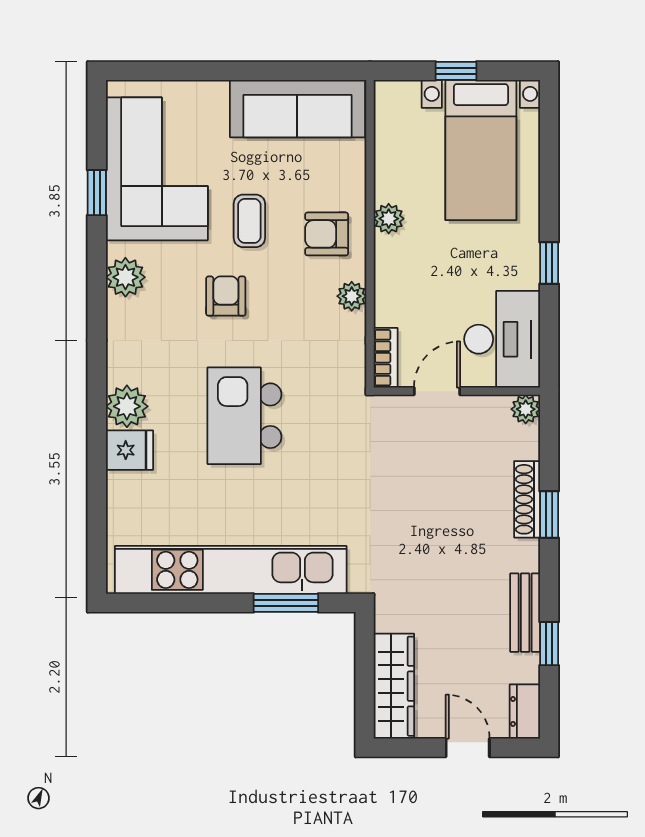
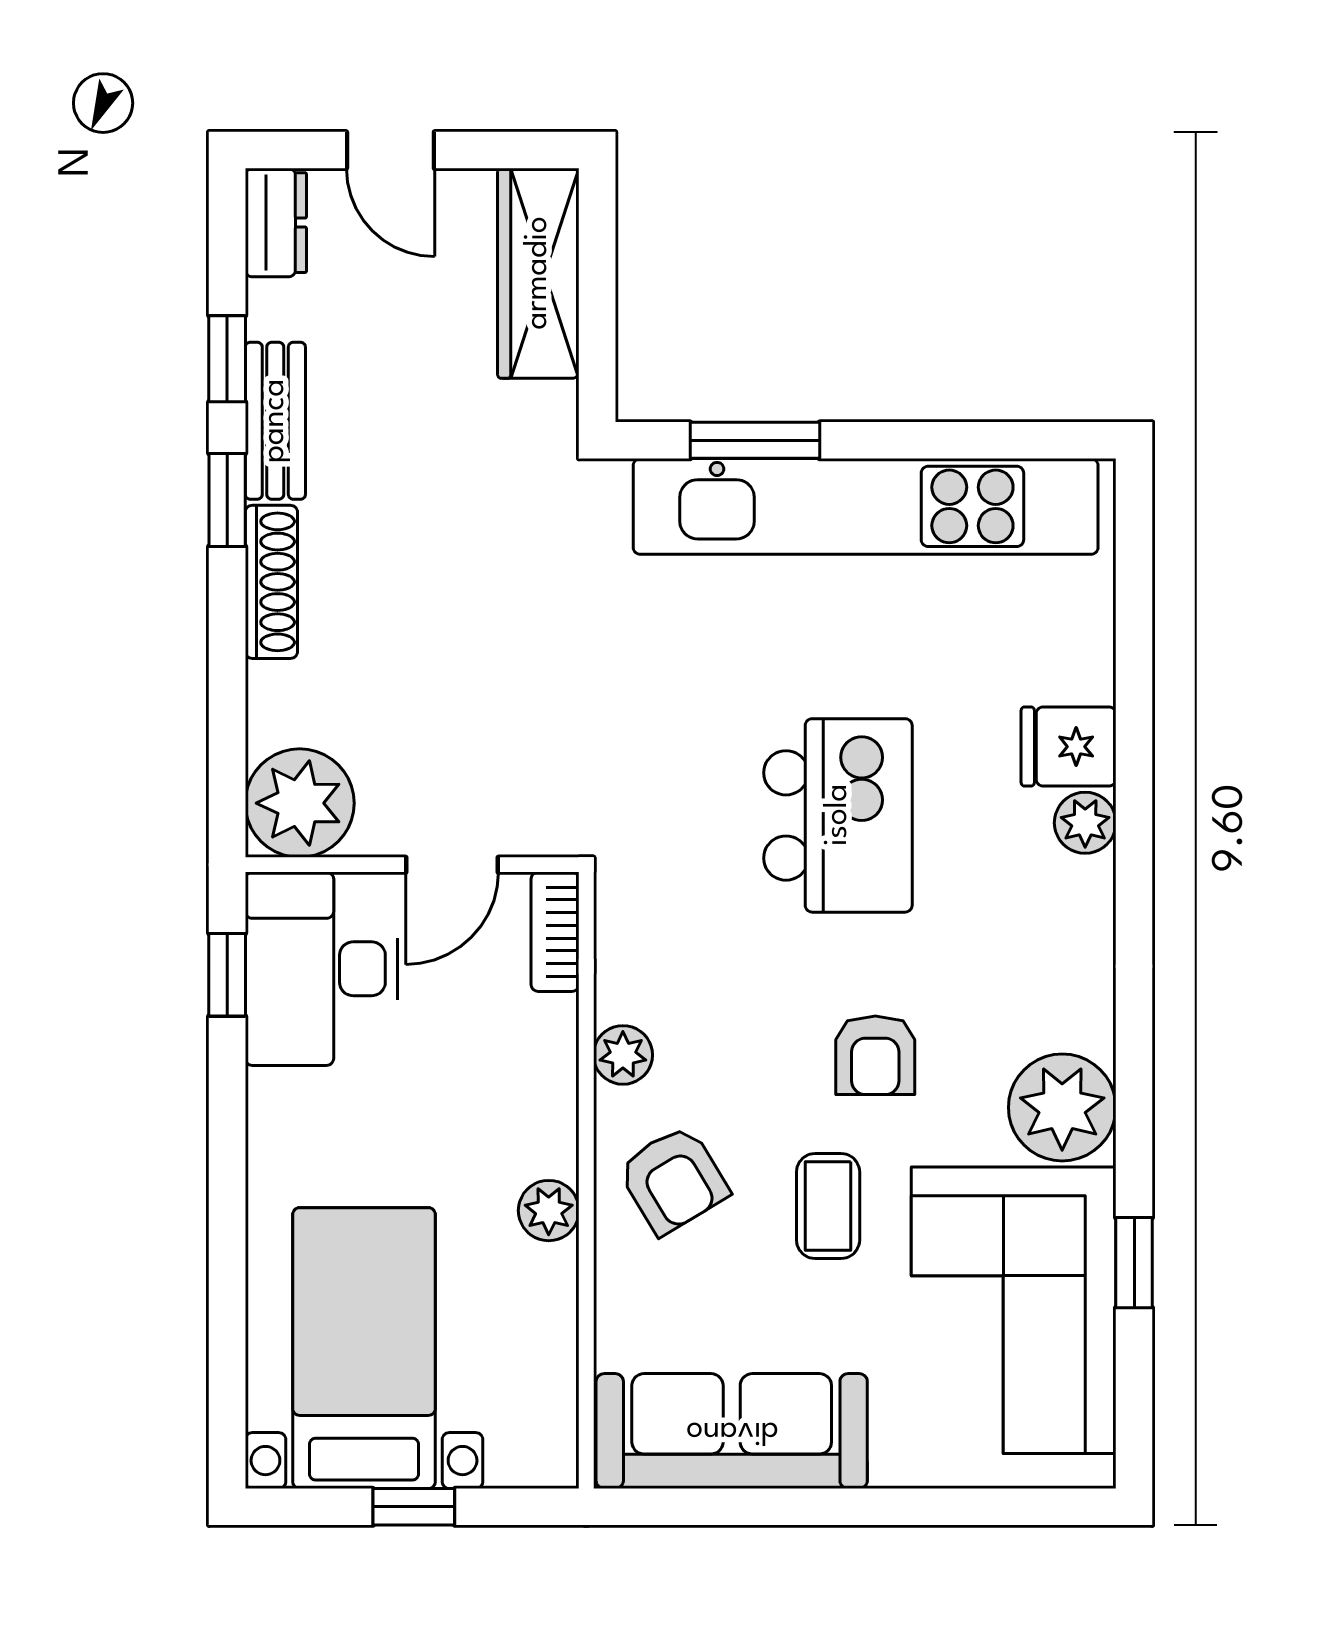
armchair: (327, 234) -> (673, 1180), turned 59
window: (549, 263) -> (227, 975), moved
plant: (125, 277) -> (1062, 1107), width x1.36, depth x1.36
plant: (127, 406) -> (1085, 823), width x0.73, depth x0.73
plant: (526, 409) -> (300, 803), width x1.87, depth x1.87
shoe rack: (527, 499) -> (271, 582), moved
window: (549, 514) -> (227, 500), moved

